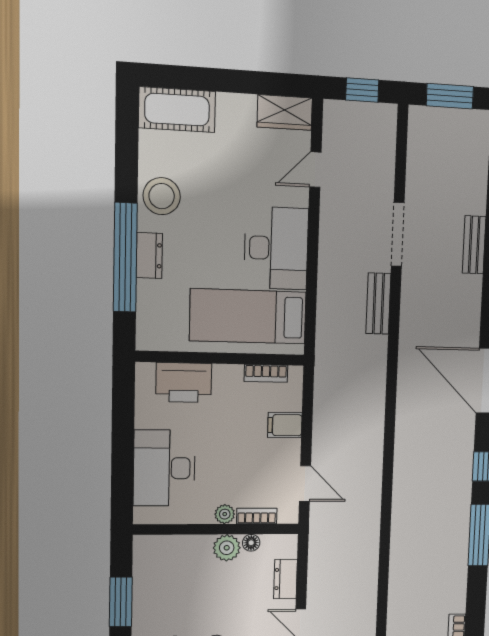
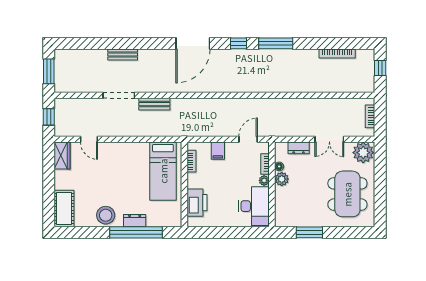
desk: (276, 248) -> (129, 158), removed
desk: (164, 468) -> (254, 206), moved, turned -90

